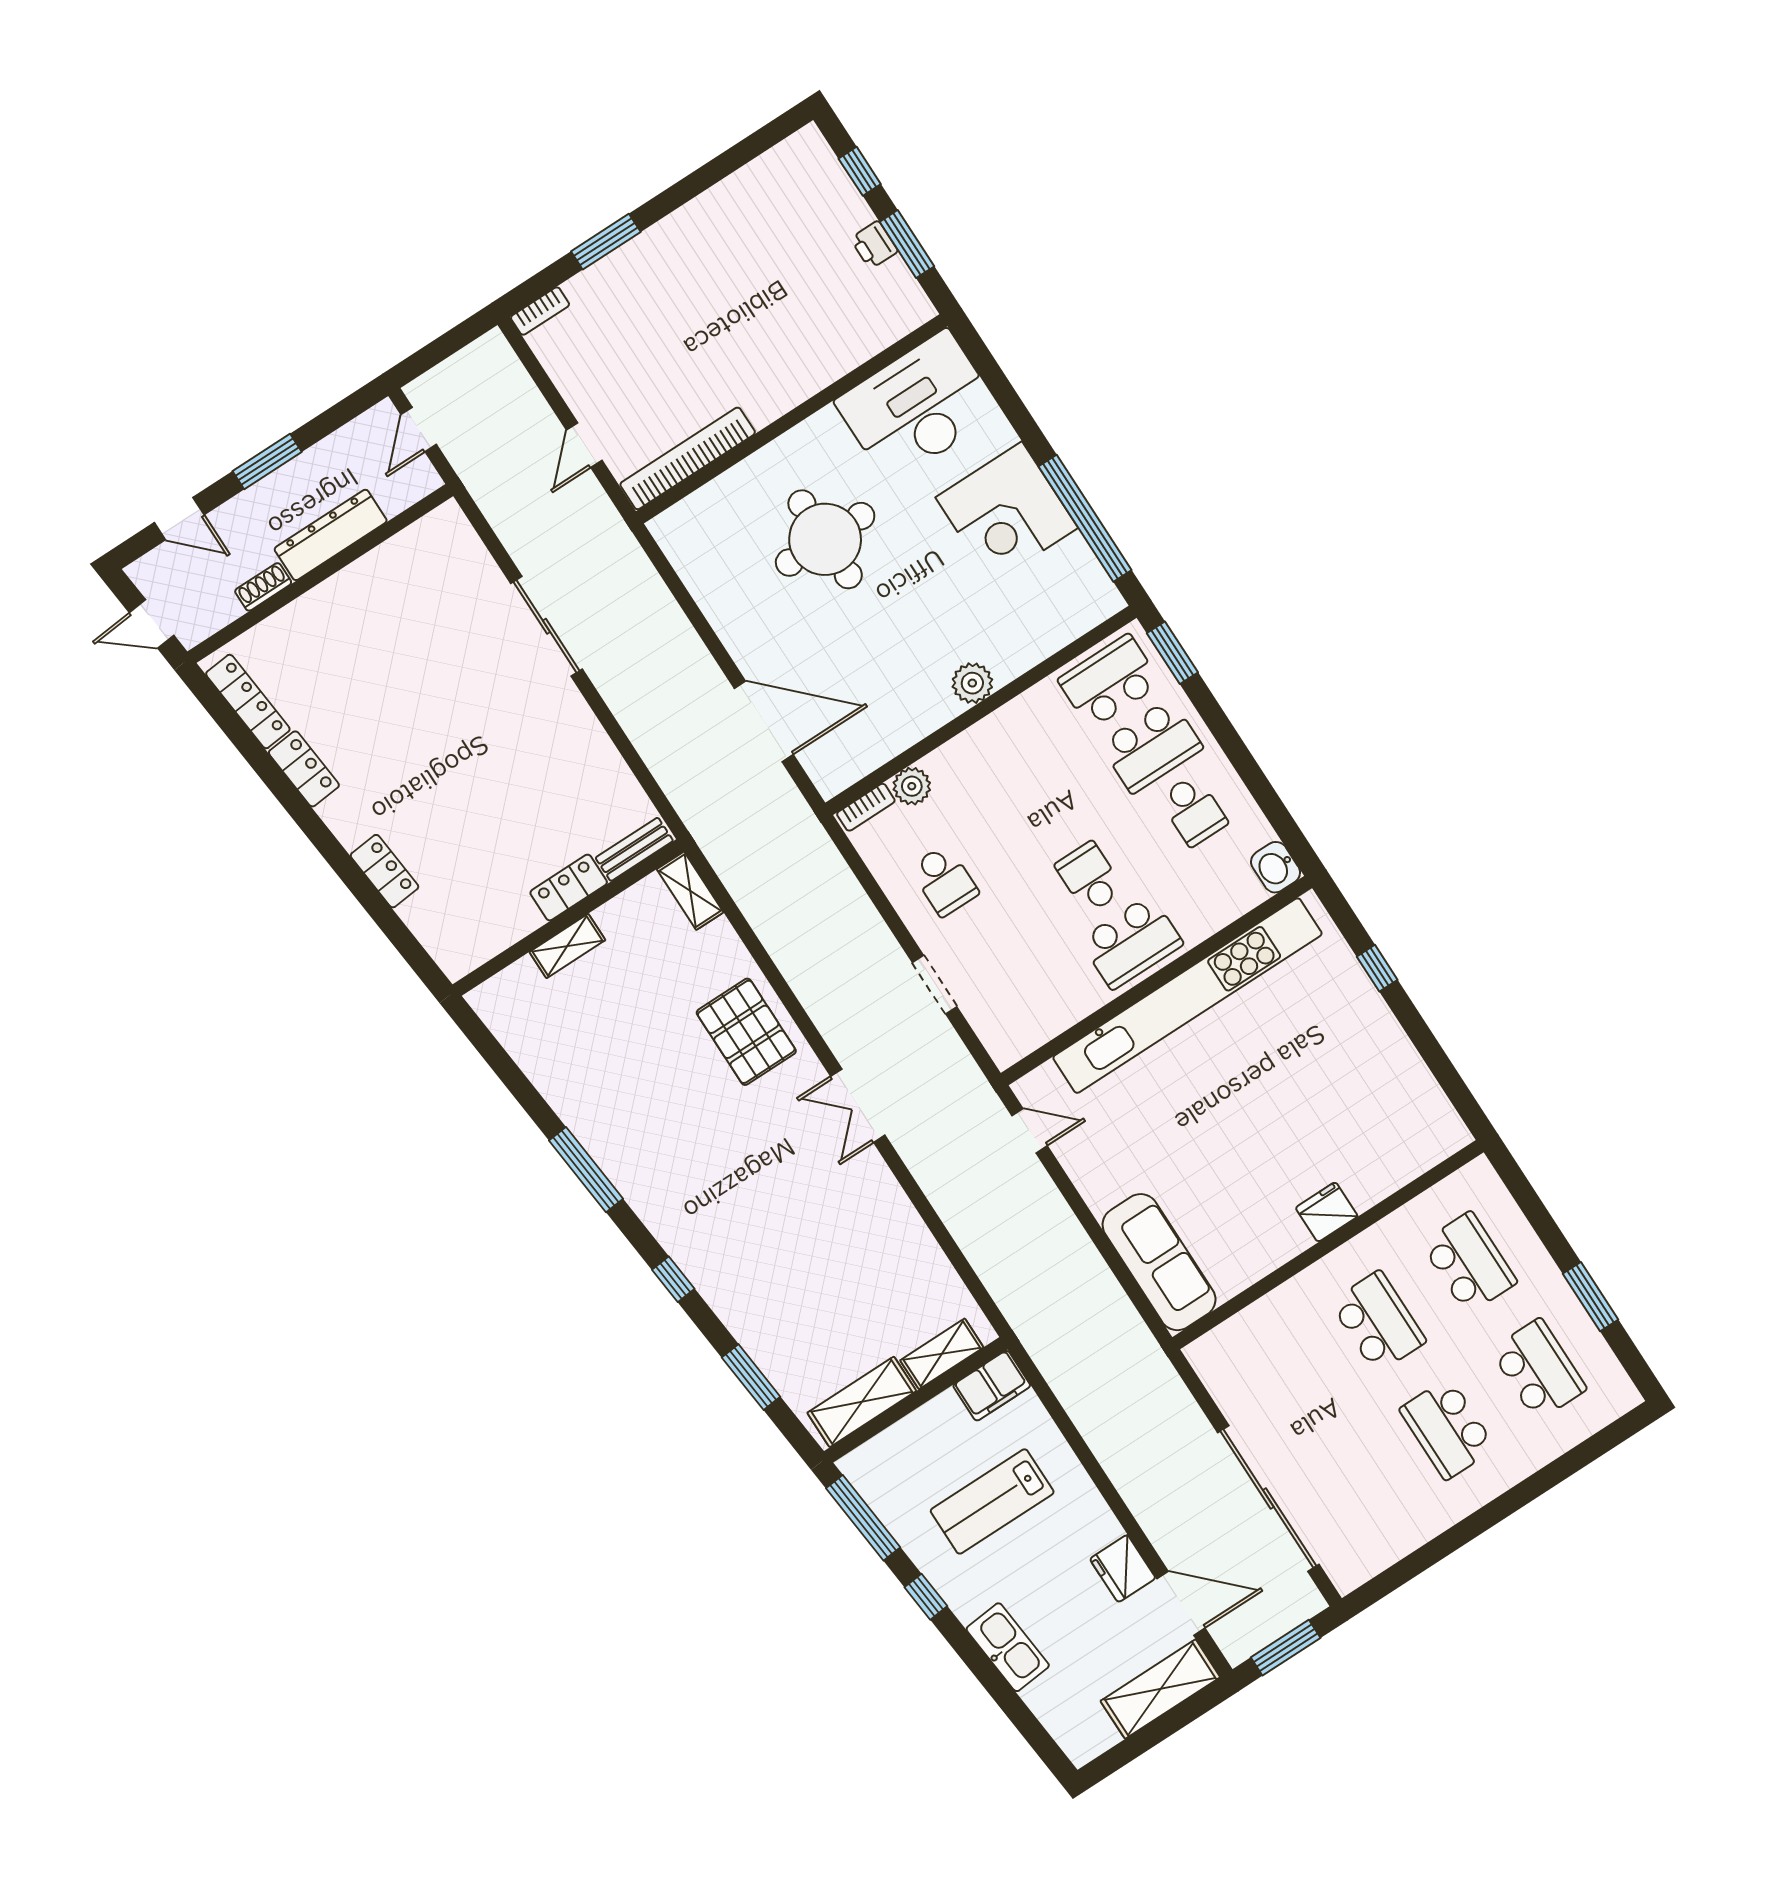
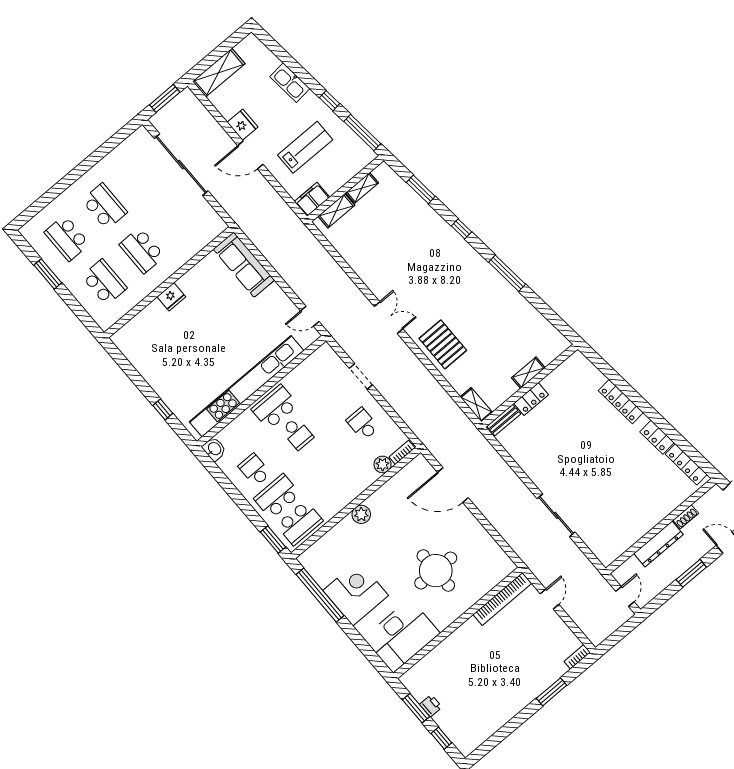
locker: (384, 871) -> (621, 402), width x1.53
school desk: (1469, 1263) -> (104, 282), turned 180
shelving: (862, 1402) -> (362, 188), width x0.67, depth x0.75
door: (1181, 1603) -> (250, 155), moved

